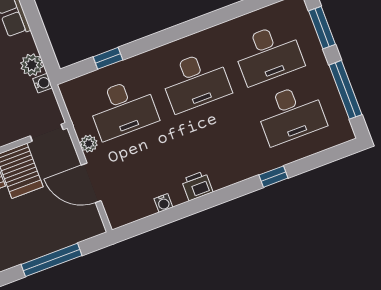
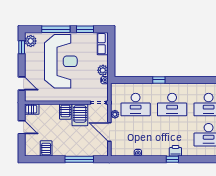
window: (108, 58) -> (159, 80), moved
window: (273, 177) -> (172, 159), moved
printer: (197, 186) -> (175, 151), moved

